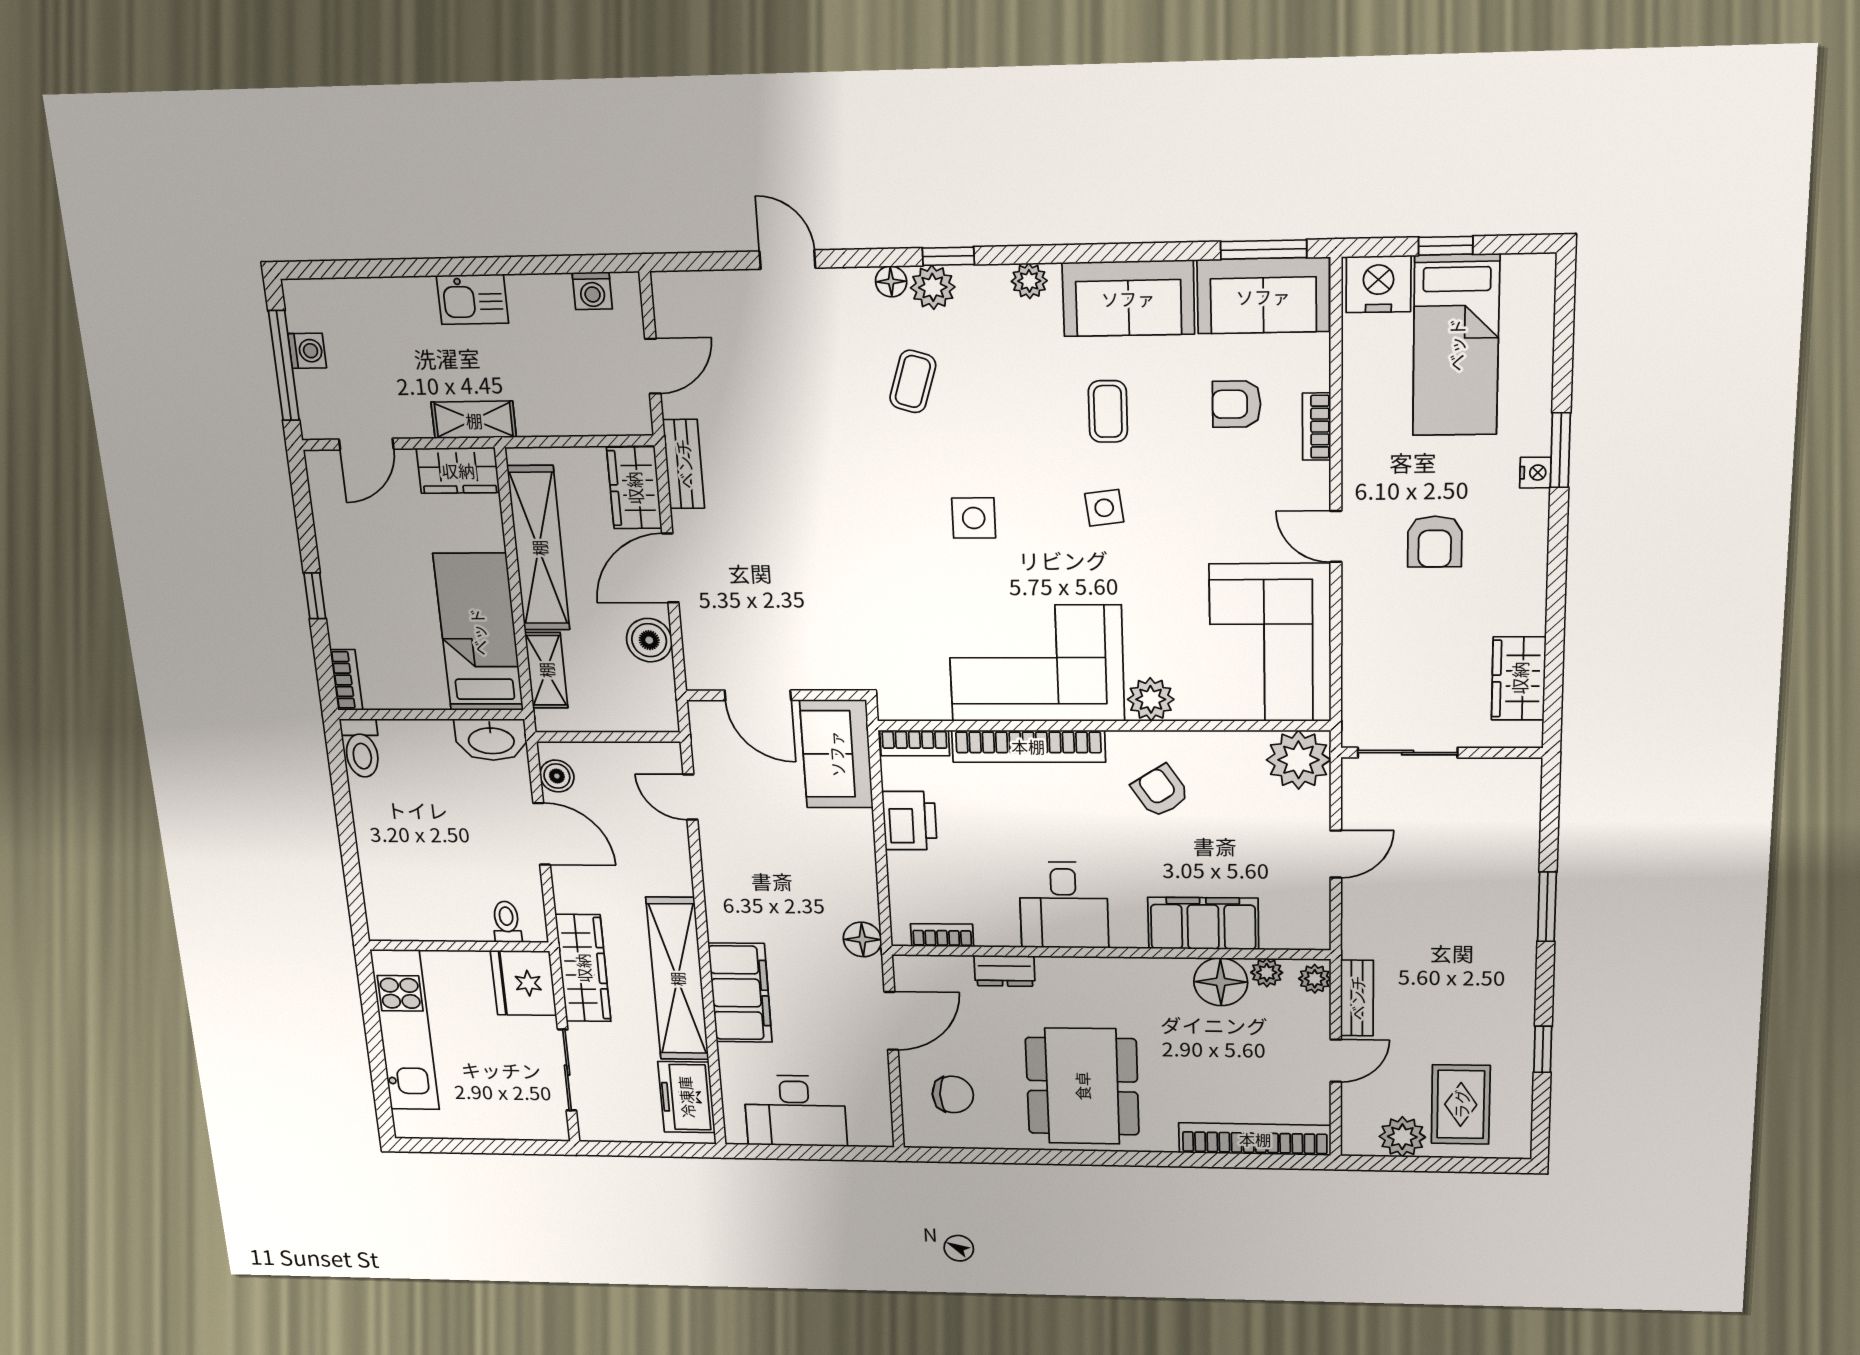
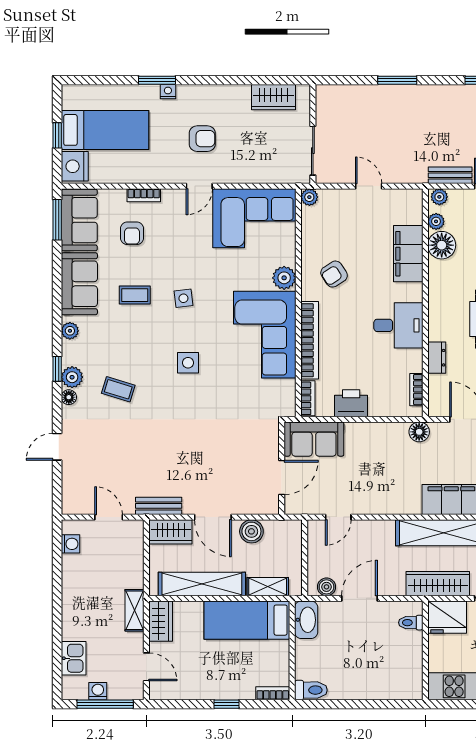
kitchen sink: (472, 299) -> (74, 658), moved
plant: (1298, 760) -> (309, 197), width x0.53, depth x0.53

